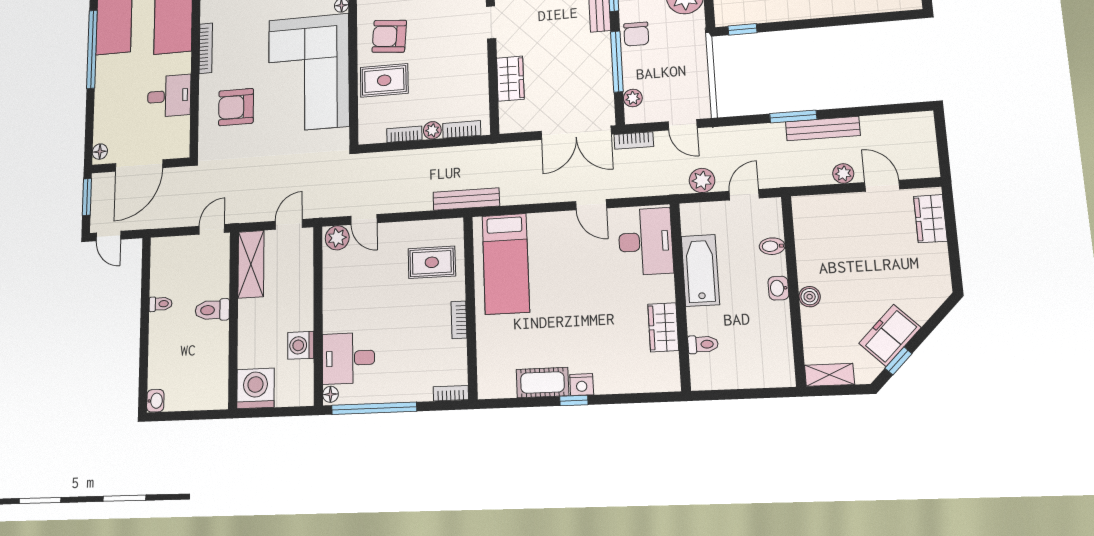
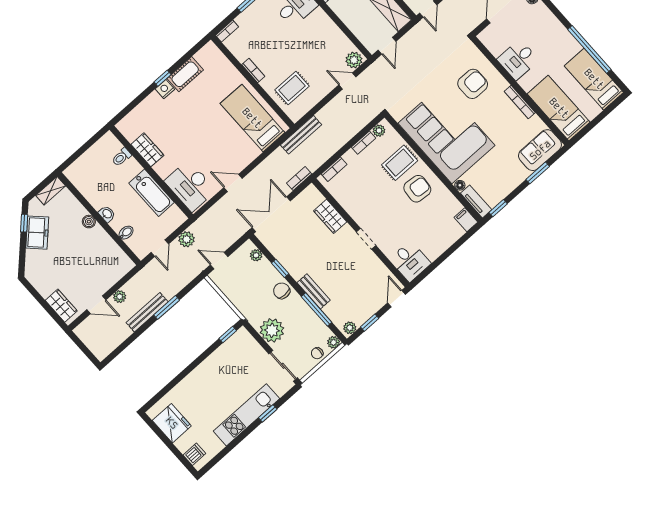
window: (617, 62) -> (280, 268), width x0.46
plant: (432, 130) -> (379, 131), moved
bookcase: (634, 140) -> (299, 179), moved

